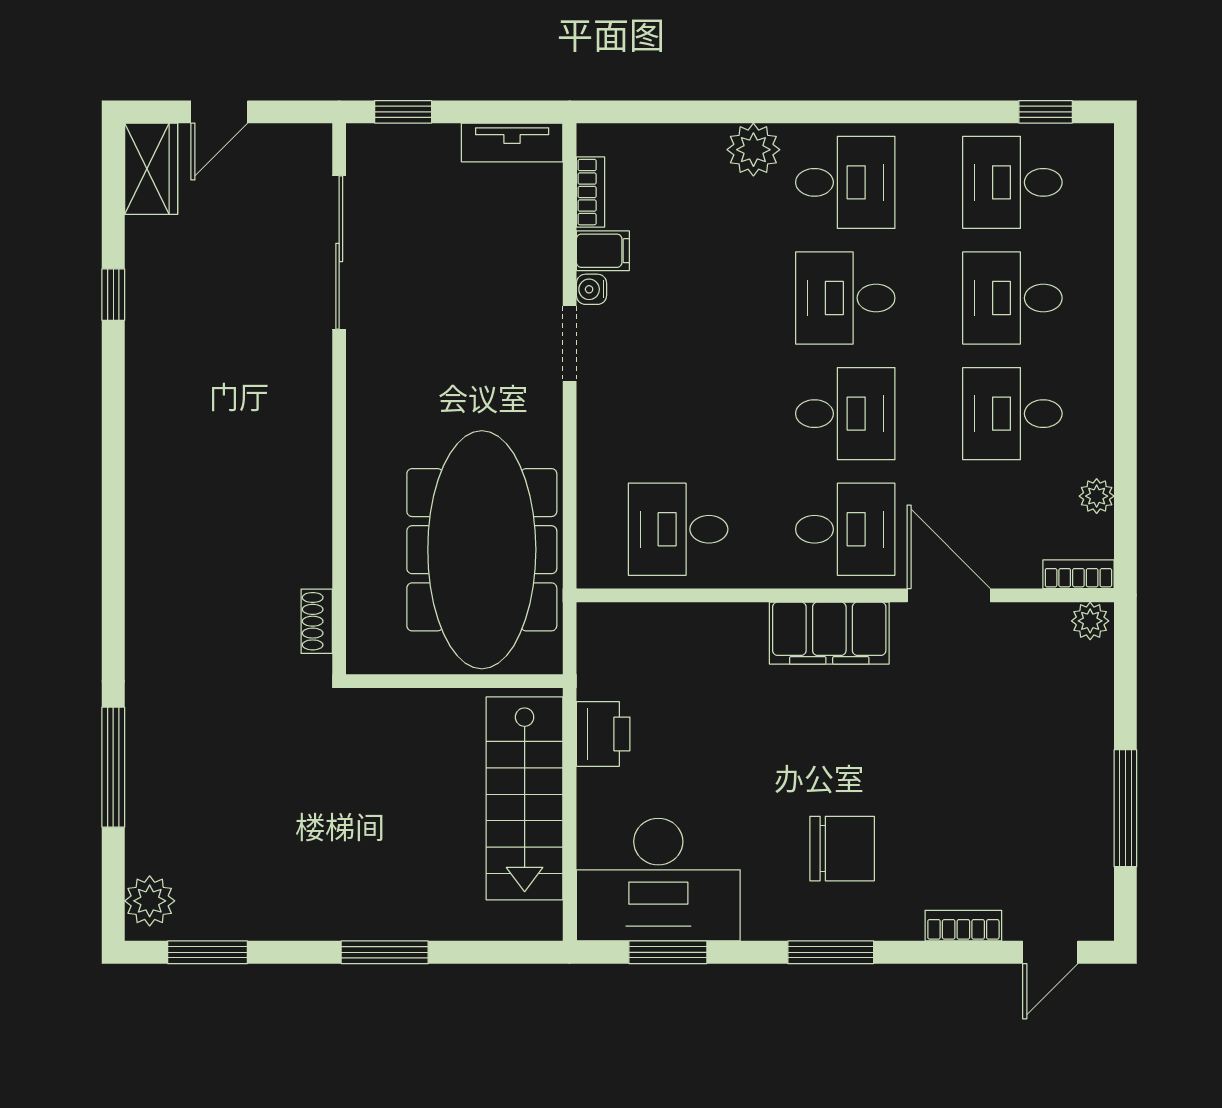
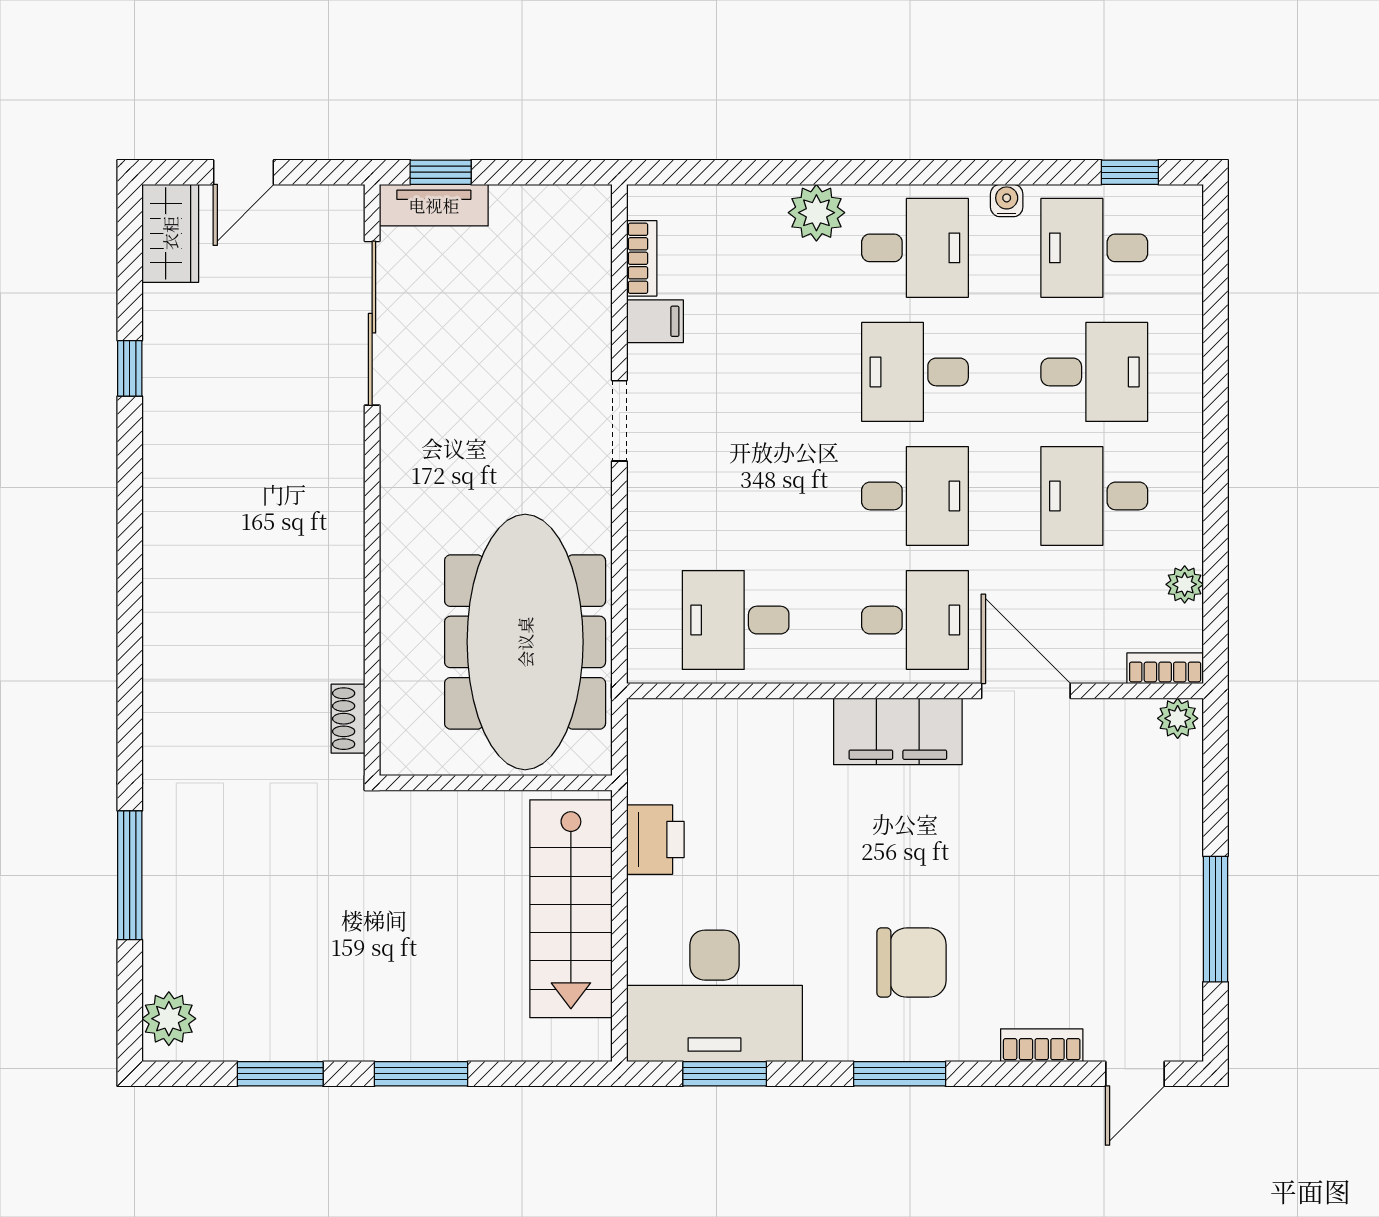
tv unit: (512, 142) -> (434, 205), moved
water cooler: (591, 289) -> (1007, 201), moved, turned 90
desk: (1012, 298) -> (1094, 372), turned 180
window: (208, 952) -> (280, 1074), moved

